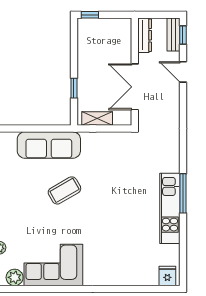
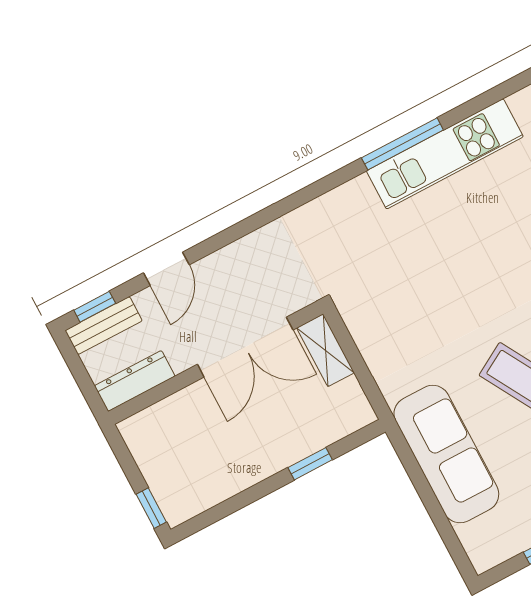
shelving: (97, 119) -> (325, 350), moved

